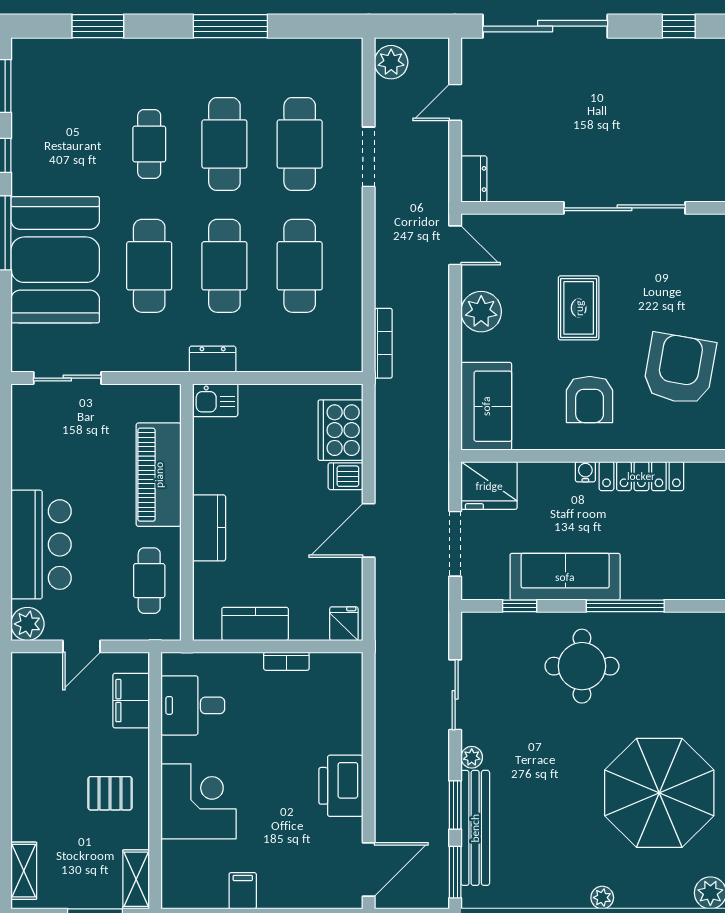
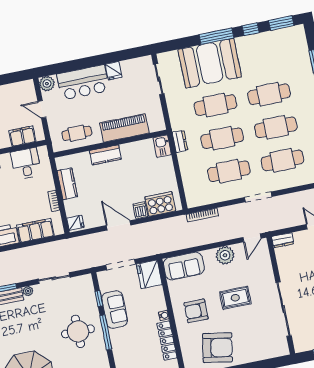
cafe table: (149, 144) -> (269, 94), width x1.37, depth x1.35
doorway: (369, 157) -> (258, 197), moved
fridge: (29, 473) -> (114, 71), added
sofa: (565, 577) -> (115, 310), width x0.73
window: (625, 606) -> (106, 332), moved
filing cabinet: (343, 714) -> (35, 230), added

